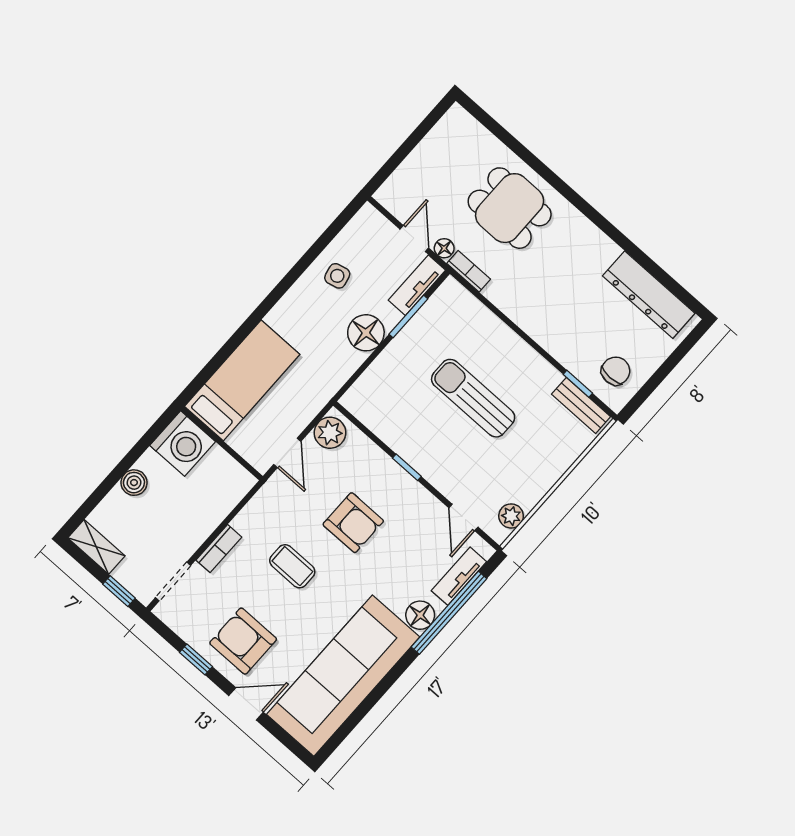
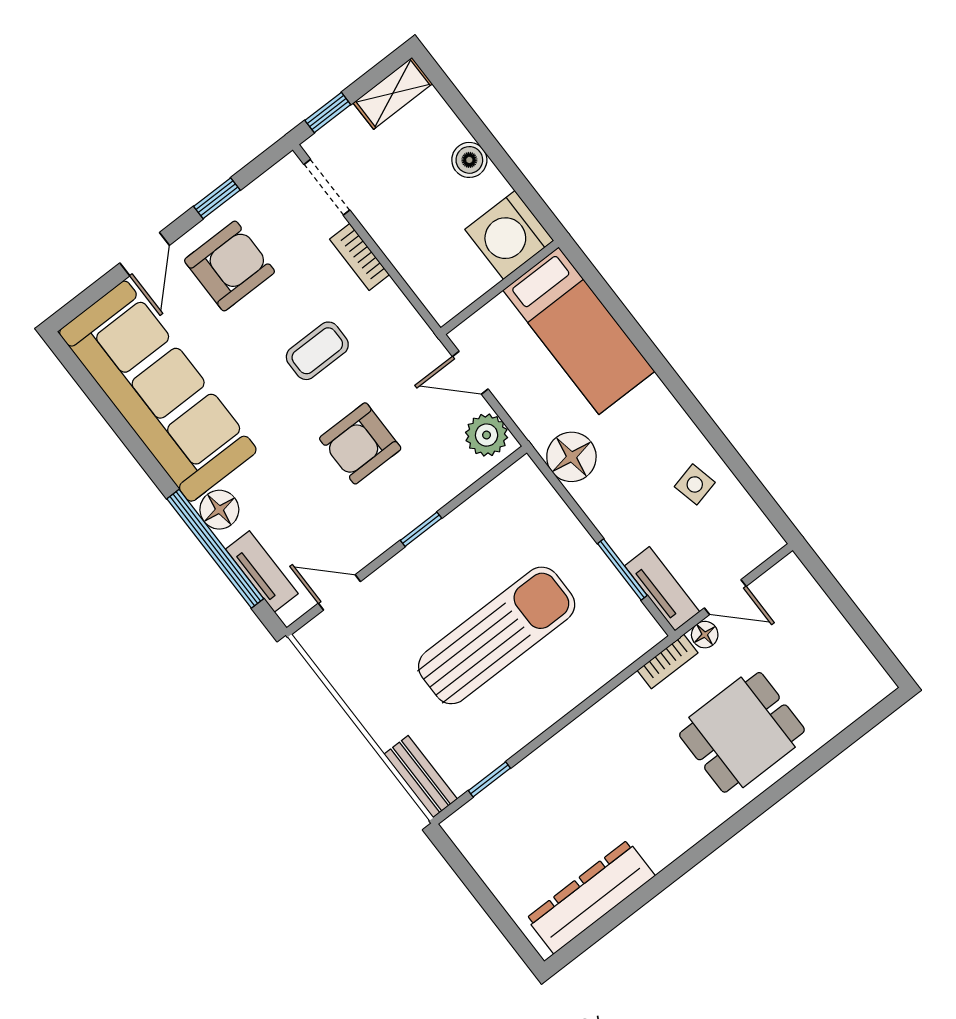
floor lamp: (366, 333) -> (571, 457), moved
chair: (616, 371) -> (497, 833), removed
sun lounger: (473, 398) -> (497, 635), width x1.36, depth x1.34
bench: (581, 405) -> (421, 777), moved, turned 90
plant: (511, 516) -> (329, 656), removed

